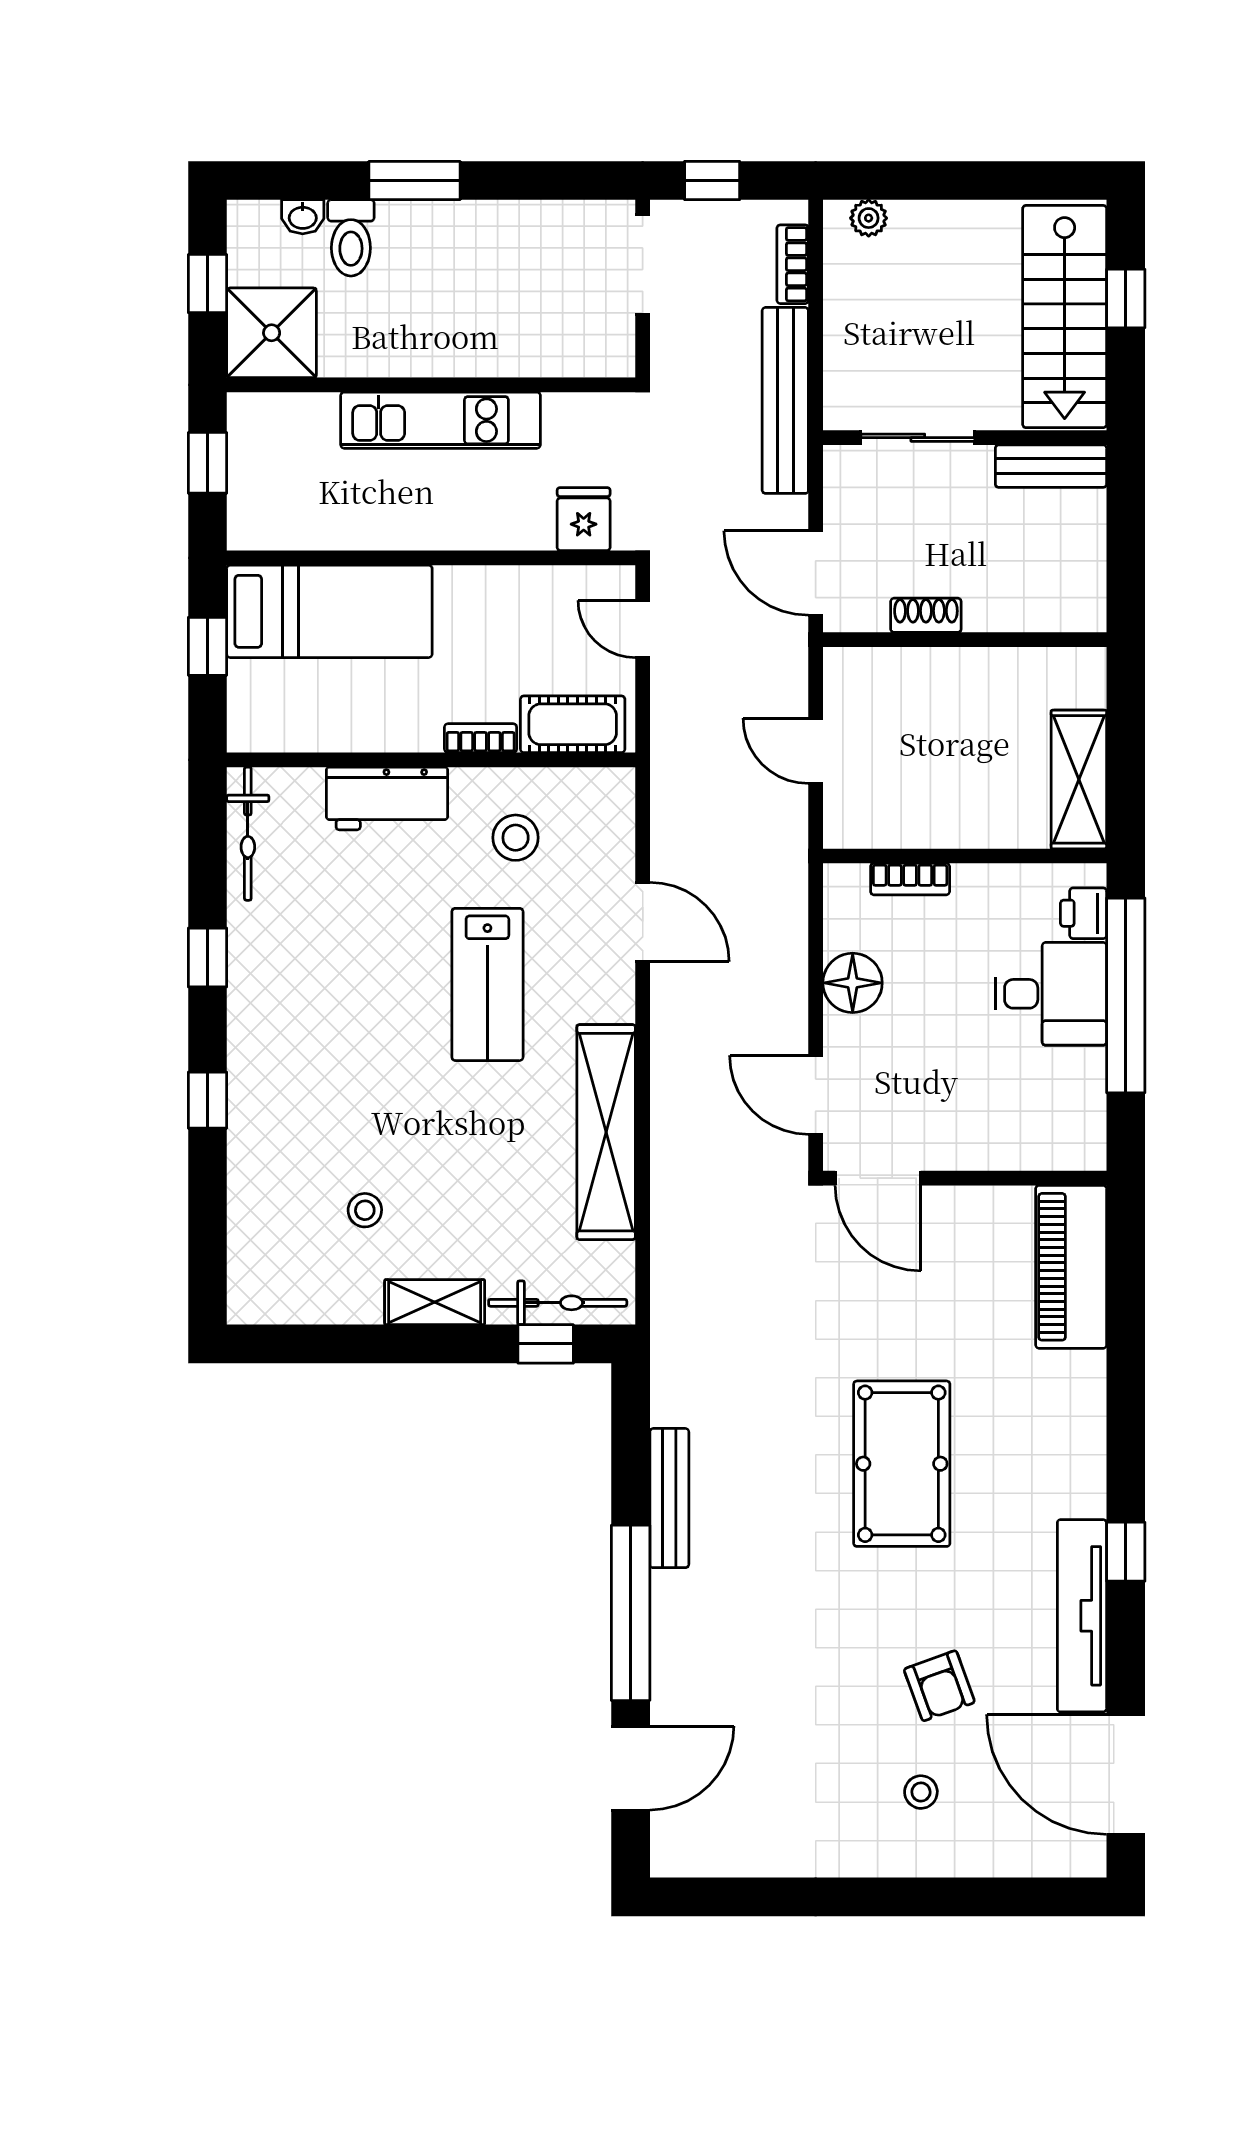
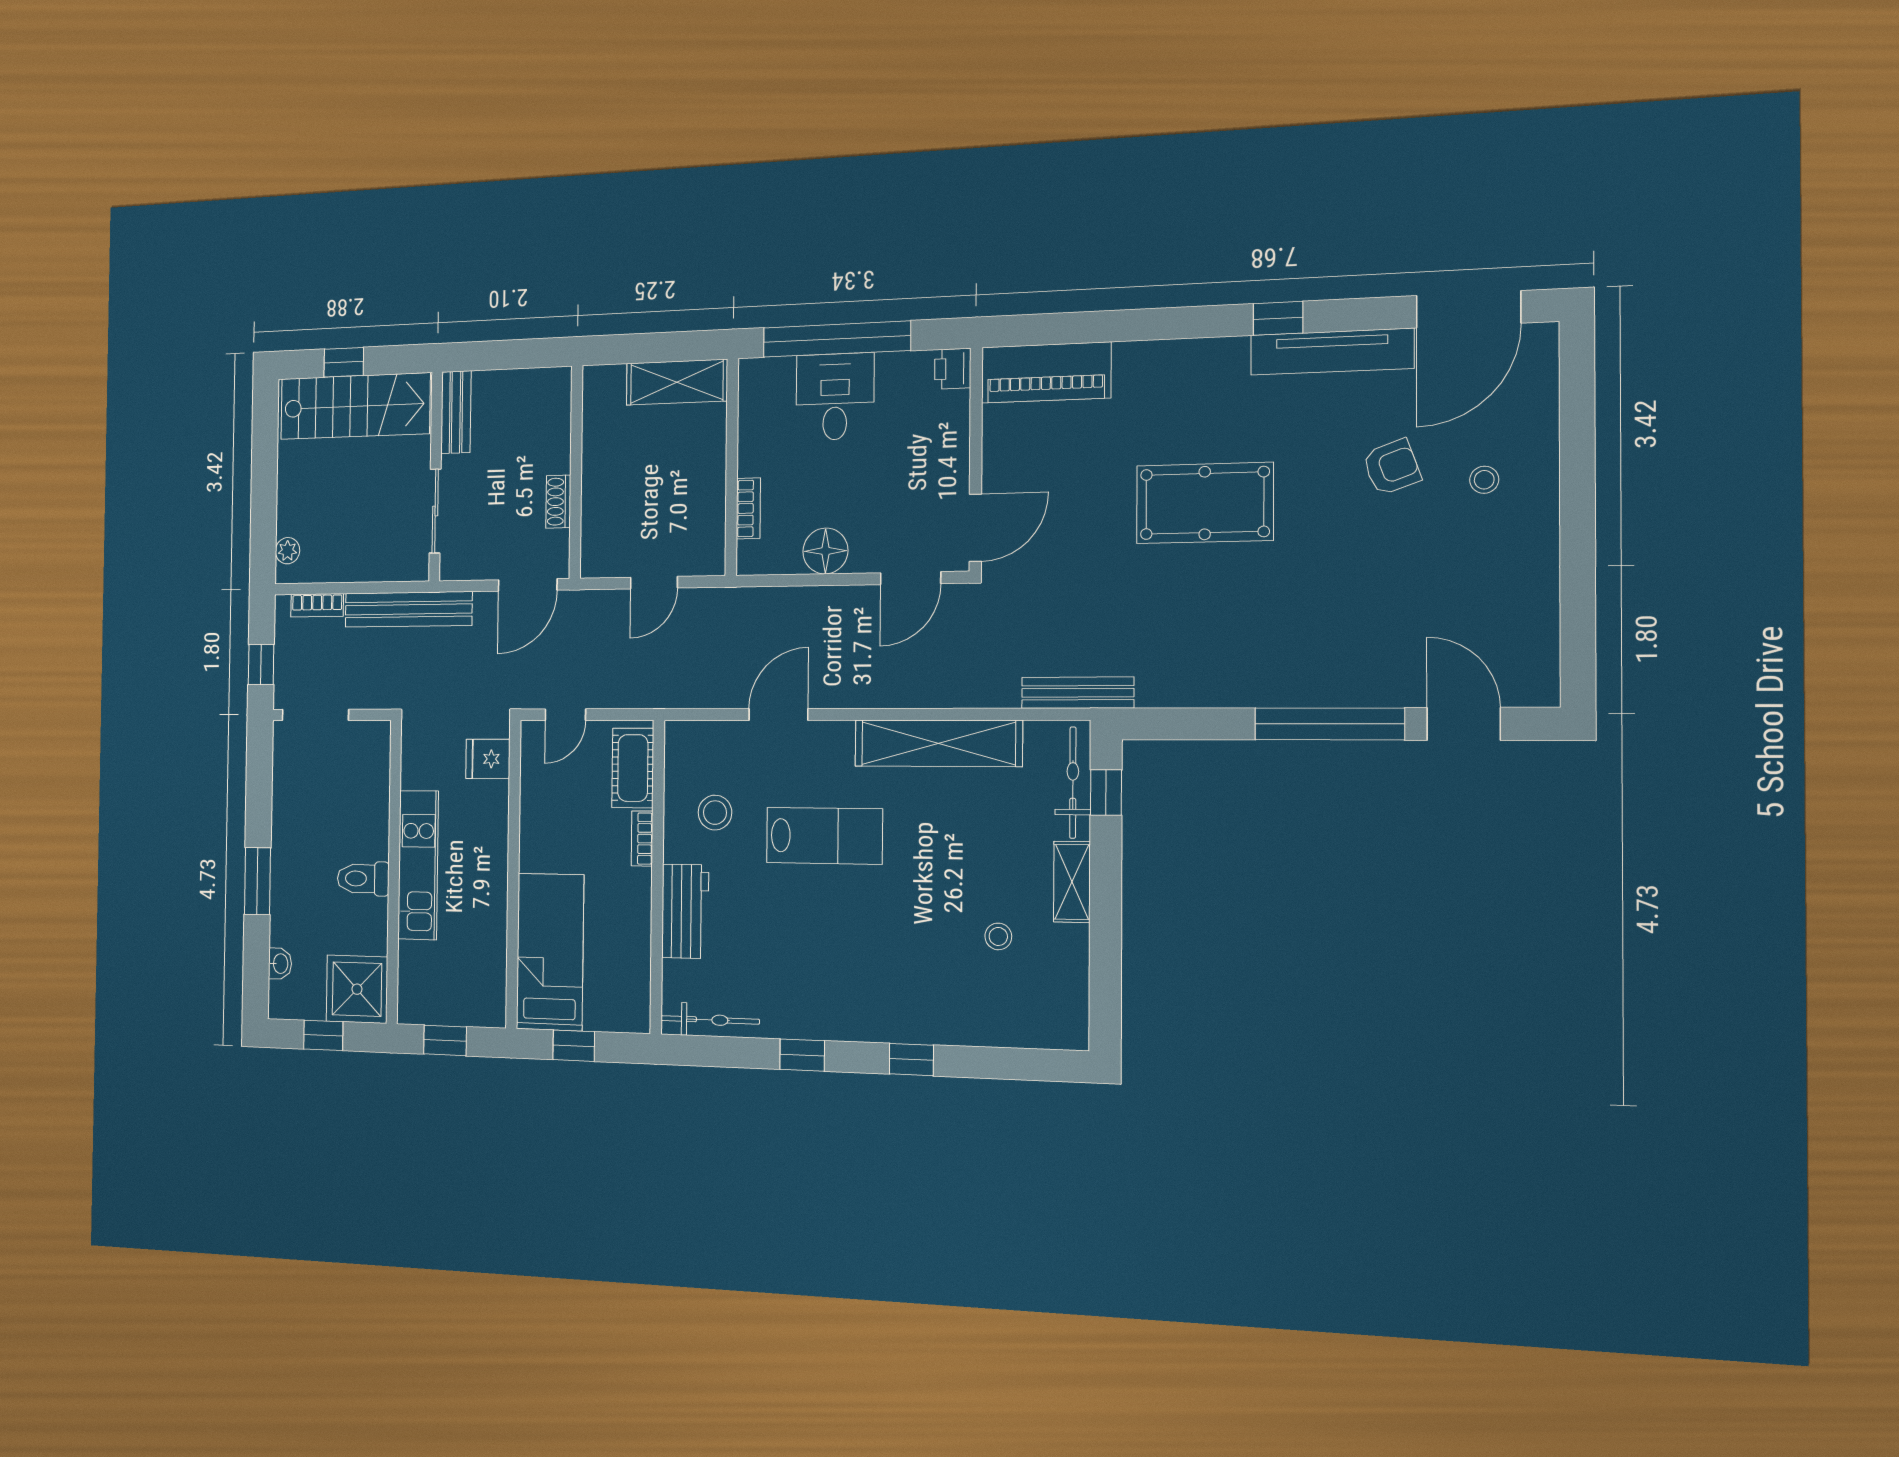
toilet: (351, 238) -> (363, 879), moved, turned 180
printer: (1083, 913) -> (953, 369), moved, turned 90
bench: (669, 1498) -> (1078, 693), moved

